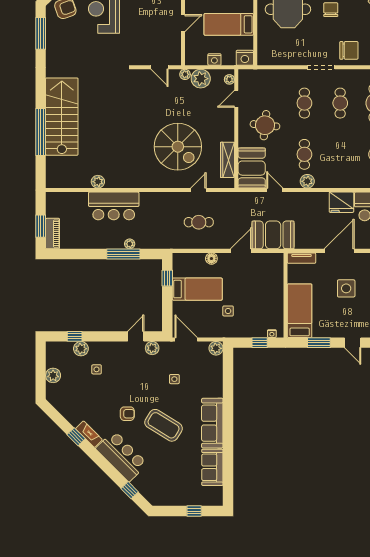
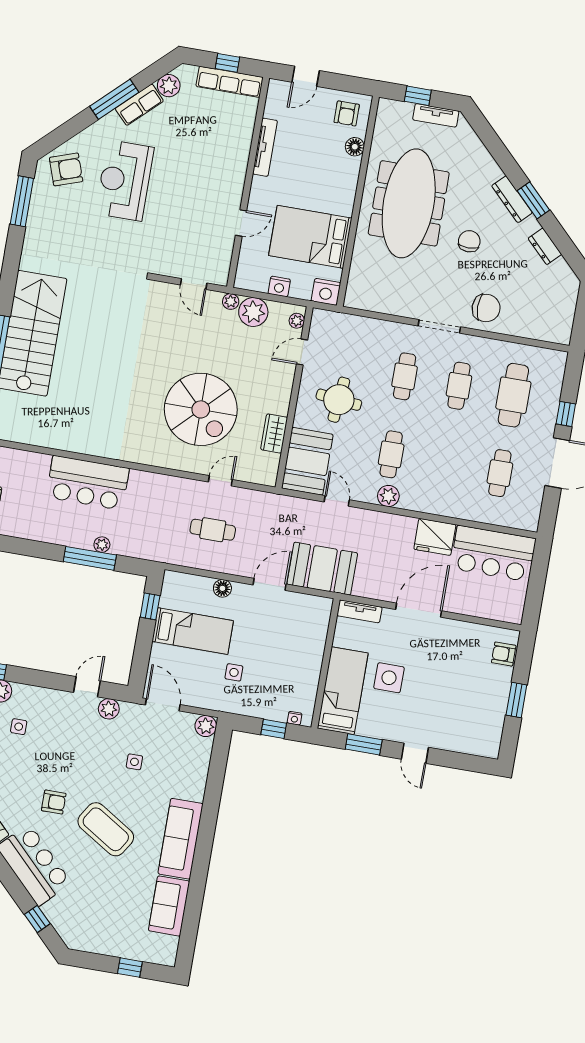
bed: (229, 24) -> (310, 237), width x1.50
wardrobe: (227, 160) -> (274, 433), width x0.67
plant: (98, 182) -> (70, 442), removed
side table: (346, 288) -> (389, 678), moved

